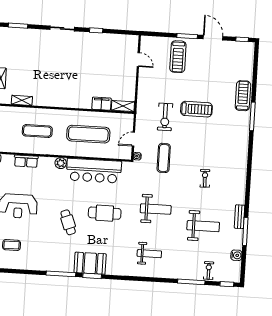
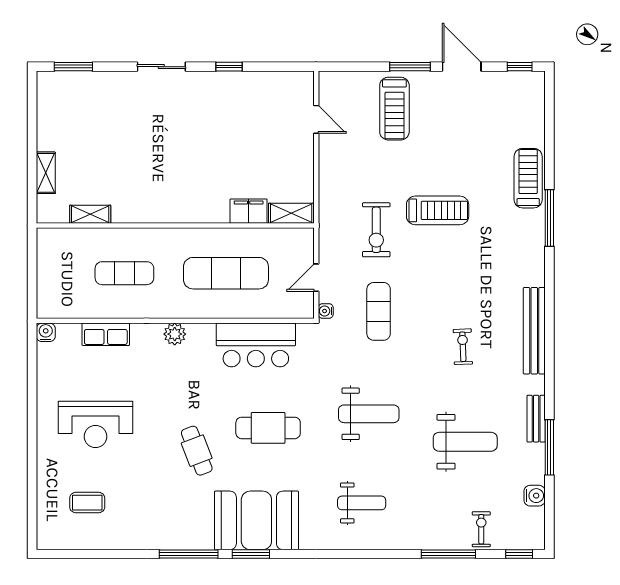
bar counter: (94, 171) -> (256, 345), width x0.73
bench: (241, 172) -> (534, 331), added
booth: (90, 263) -> (256, 520), width x1.36, depth x1.42

